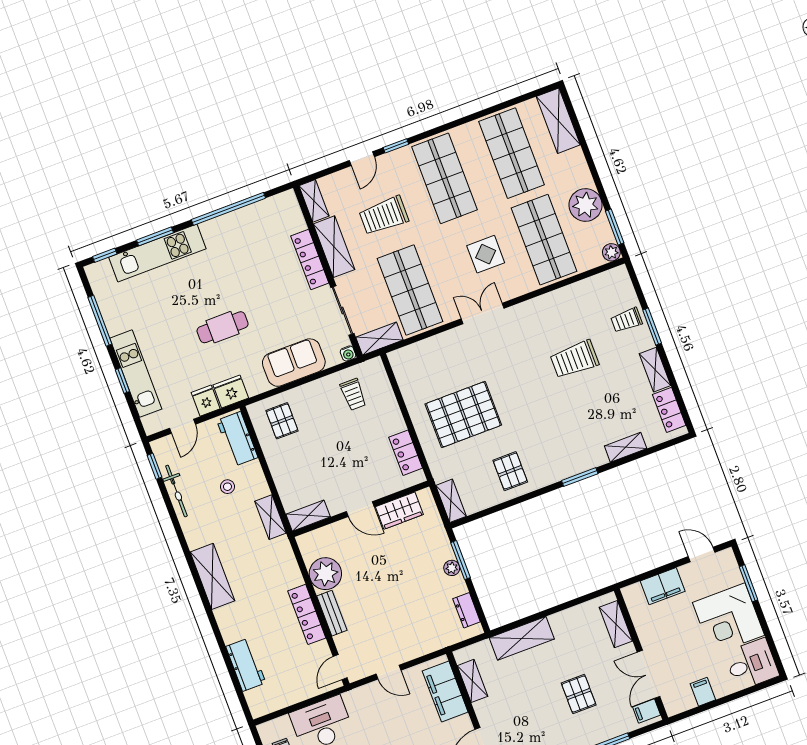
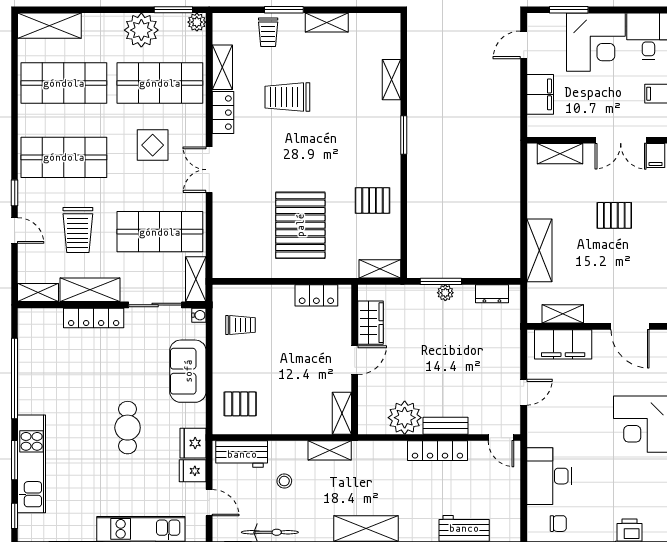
shelving: (579, 291) -> (222, 67), added
trolley: (575, 359) -> (287, 97), turned 90
locker: (669, 410) -> (223, 113), moved, turned -90

